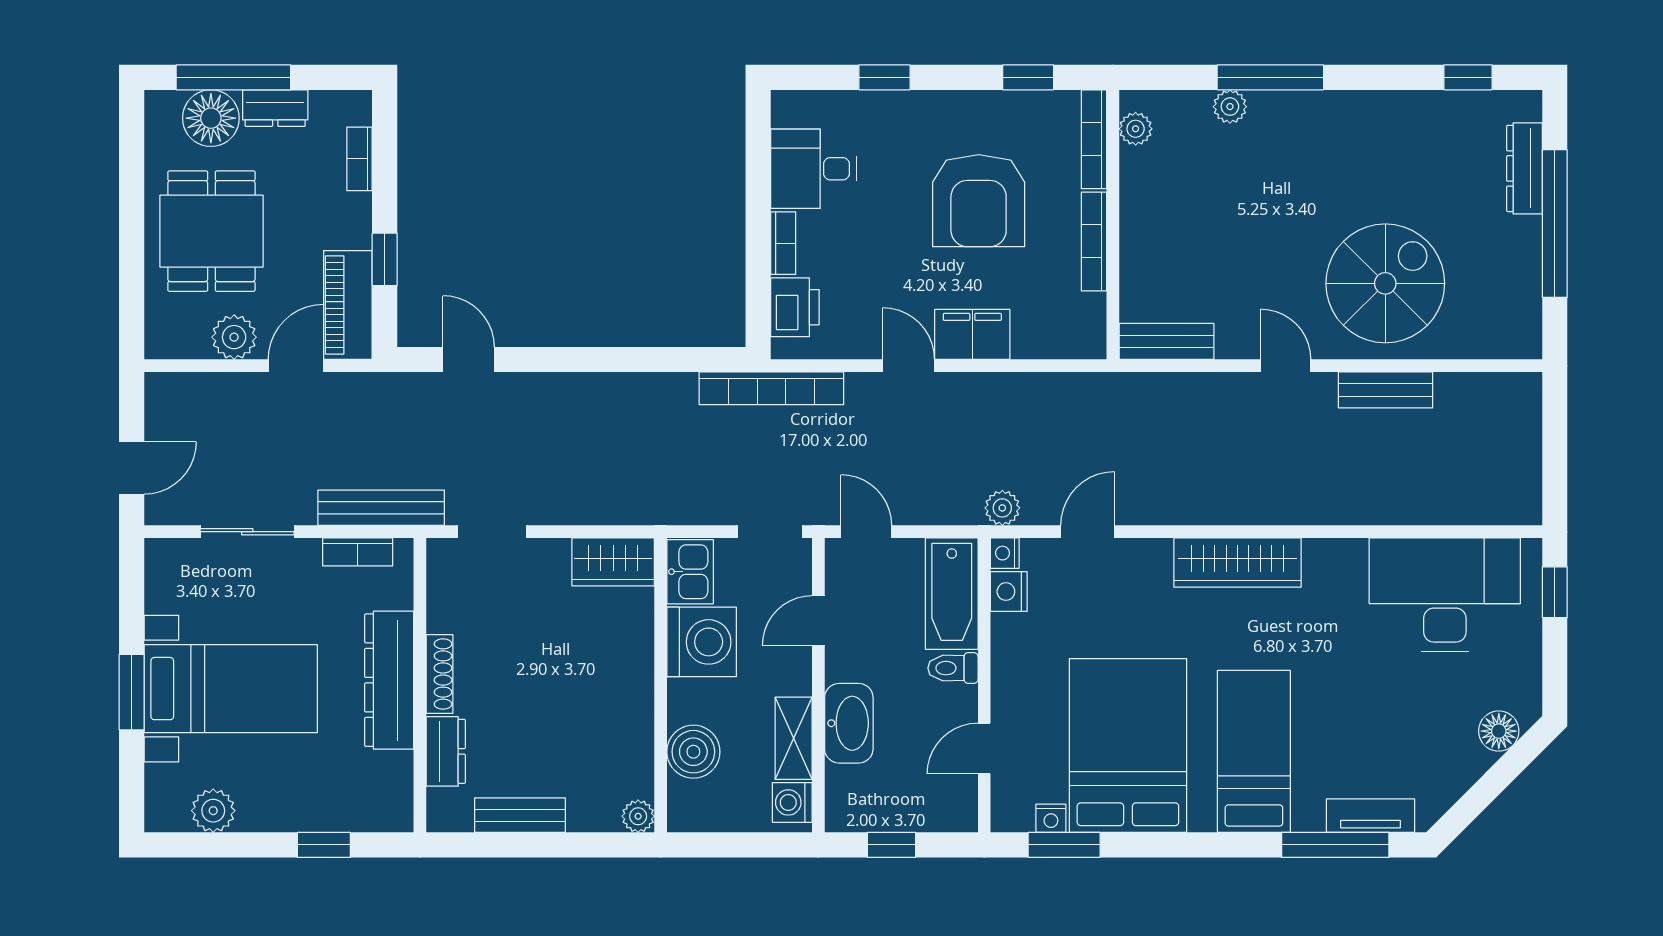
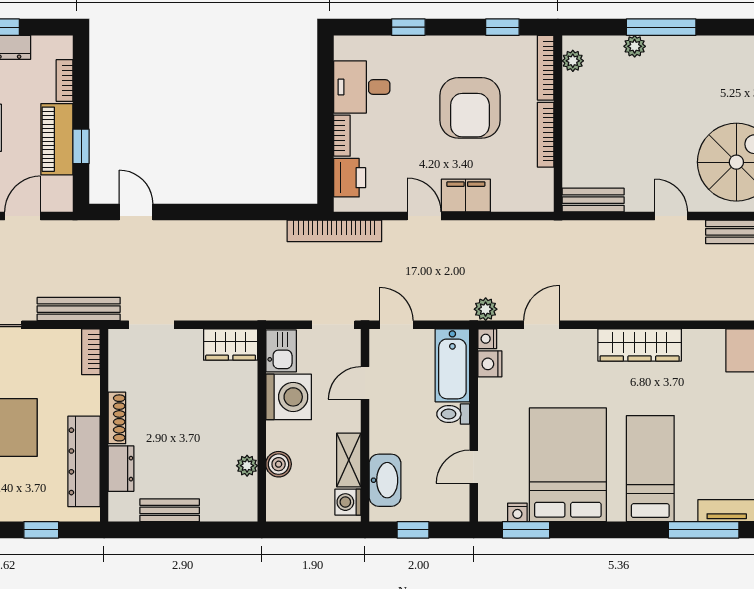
piano: (348, 305) -> (57, 139), moved
bookcase: (358, 552) -> (91, 352), moved, turned 90
dresser: (389, 680) -> (84, 461), moved
washbasin: (849, 723) -> (385, 480), moved
boiler: (693, 752) -> (279, 464), width x0.73, depth x0.73
plant: (638, 816) -> (247, 466), moved

